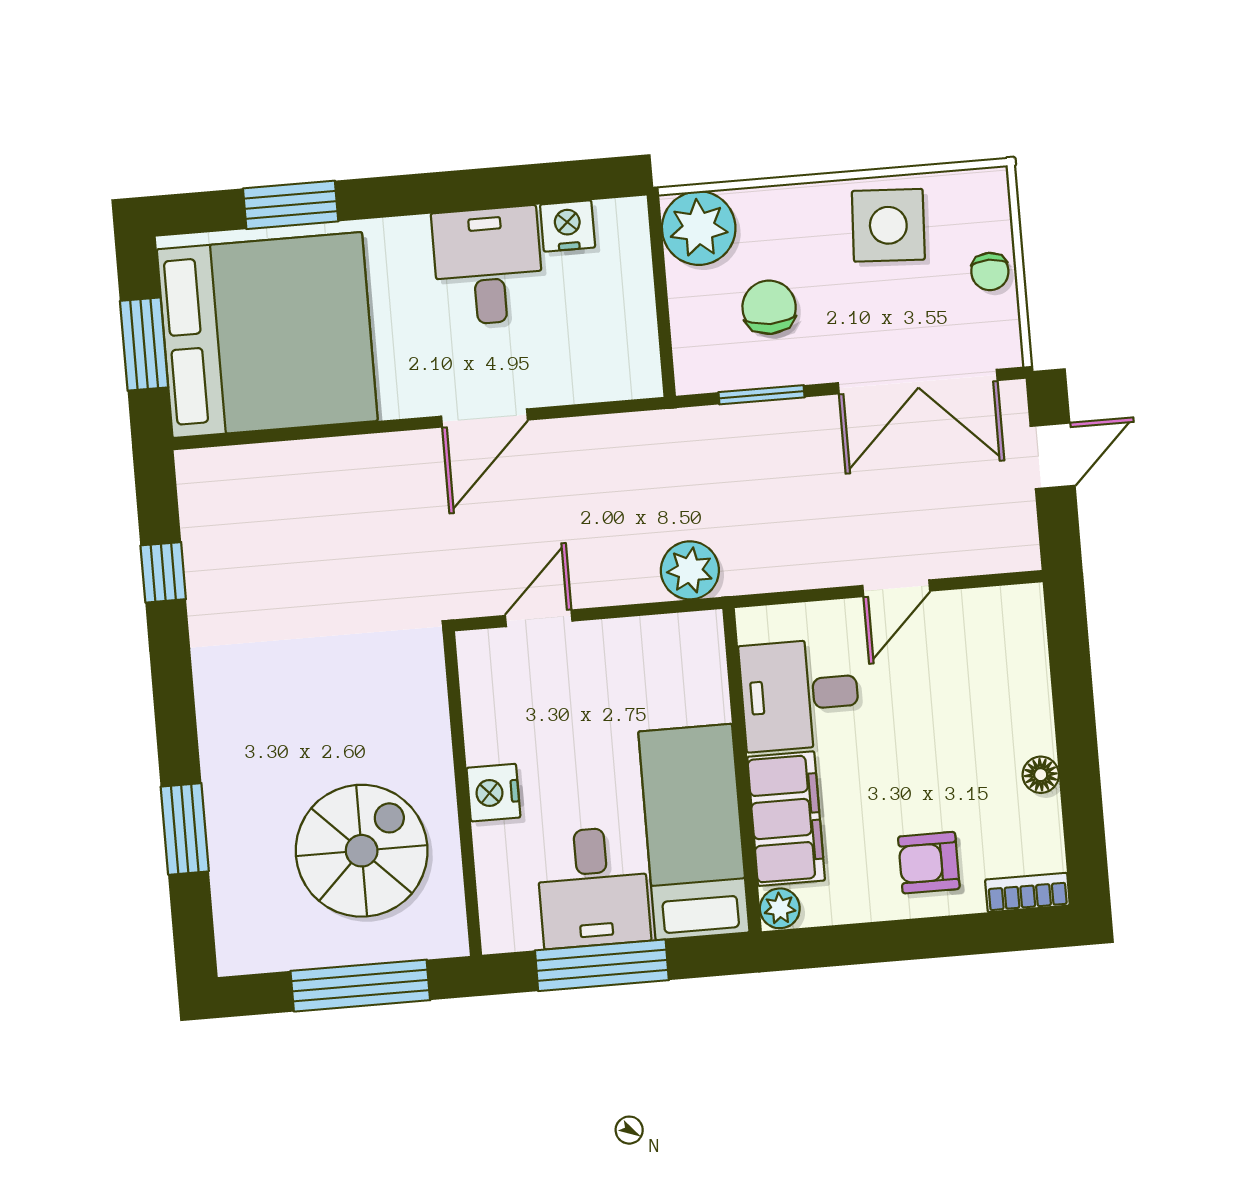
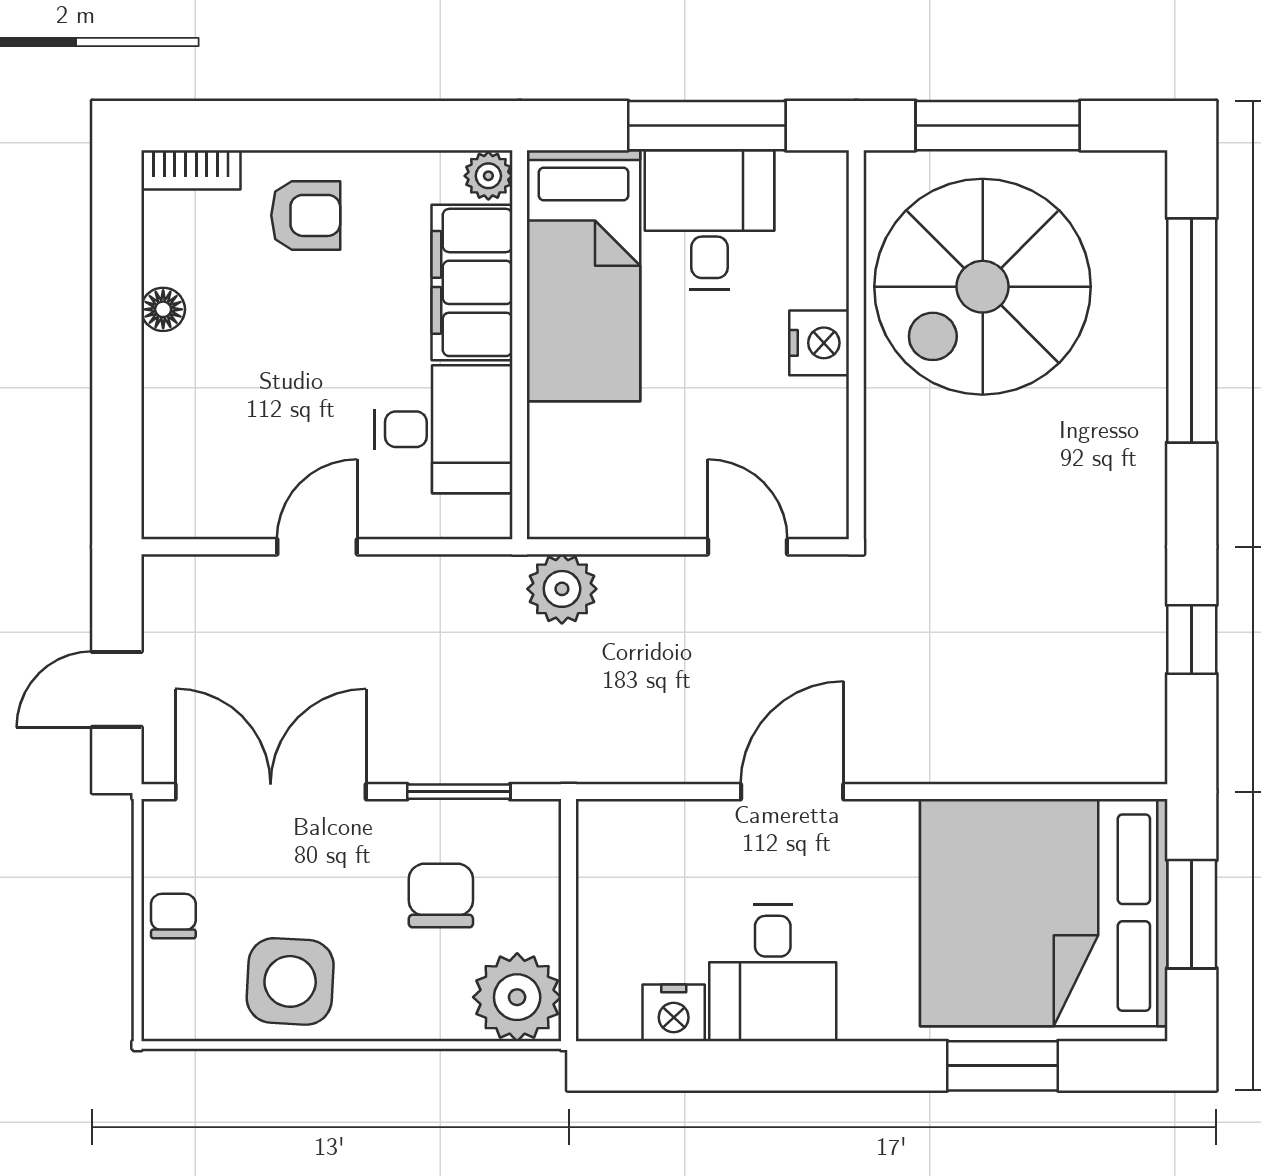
chair: (769, 307) -> (441, 896), turned 180
door: (539, 618) -> (748, 547), swing flipped
window: (185, 829) -> (1192, 330), width x2.11
spiral stairs: (362, 851) -> (983, 287), width x1.37, depth x1.37

